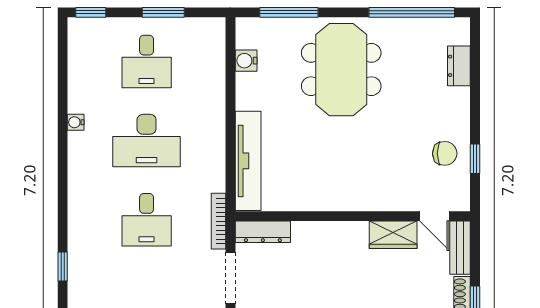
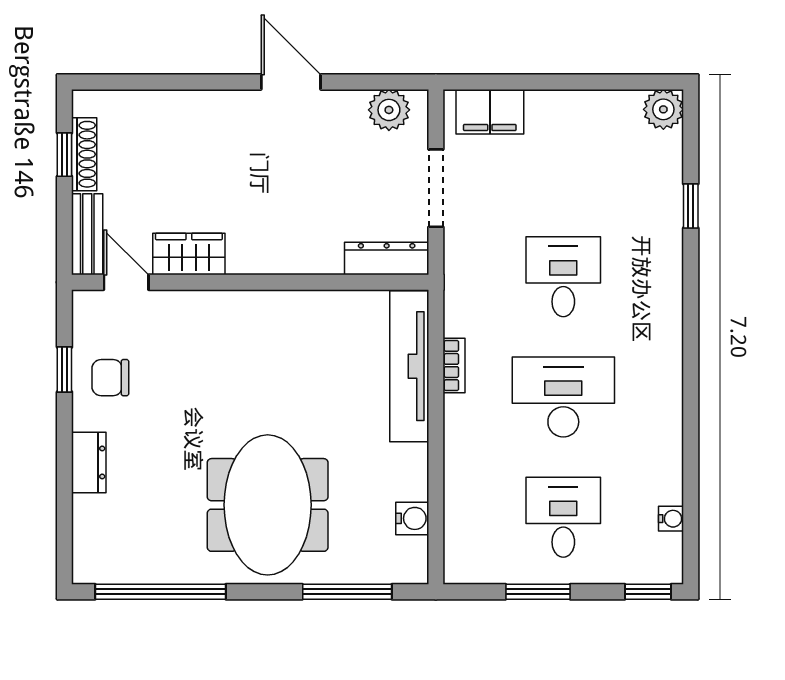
dresser: (459, 66) -> (89, 462), moved
water cooler: (76, 122) -> (671, 519), moved
bookcase: (218, 221) -> (454, 365), moved, width x0.64

